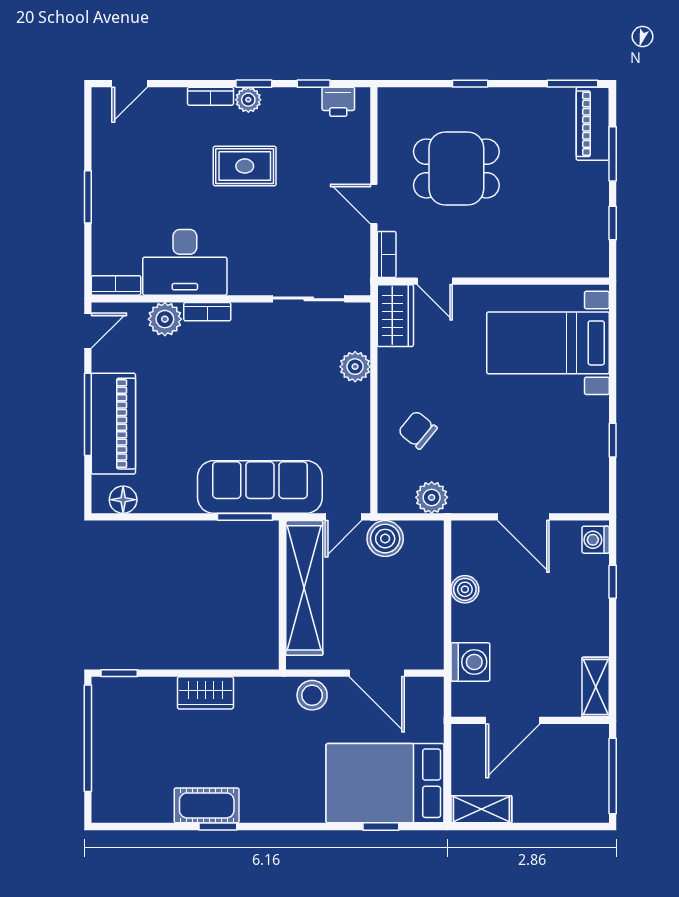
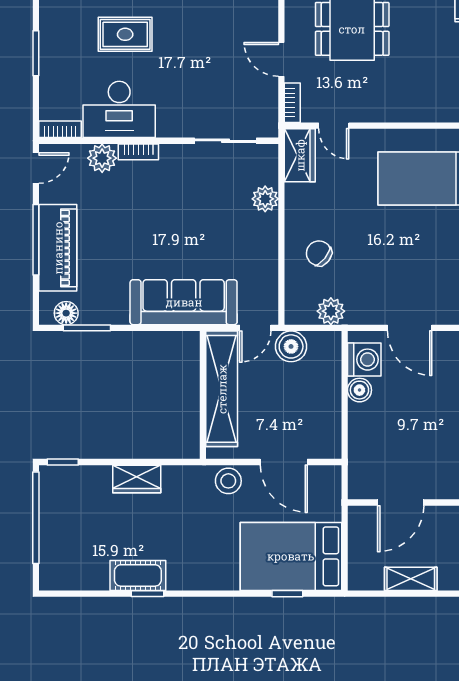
rug: (245, 166) -> (125, 34), moved
window: (245, 517) -> (87, 328), moved
washing machine: (470, 662) -> (364, 360), moved
shelving: (481, 809) -> (411, 579), moved

